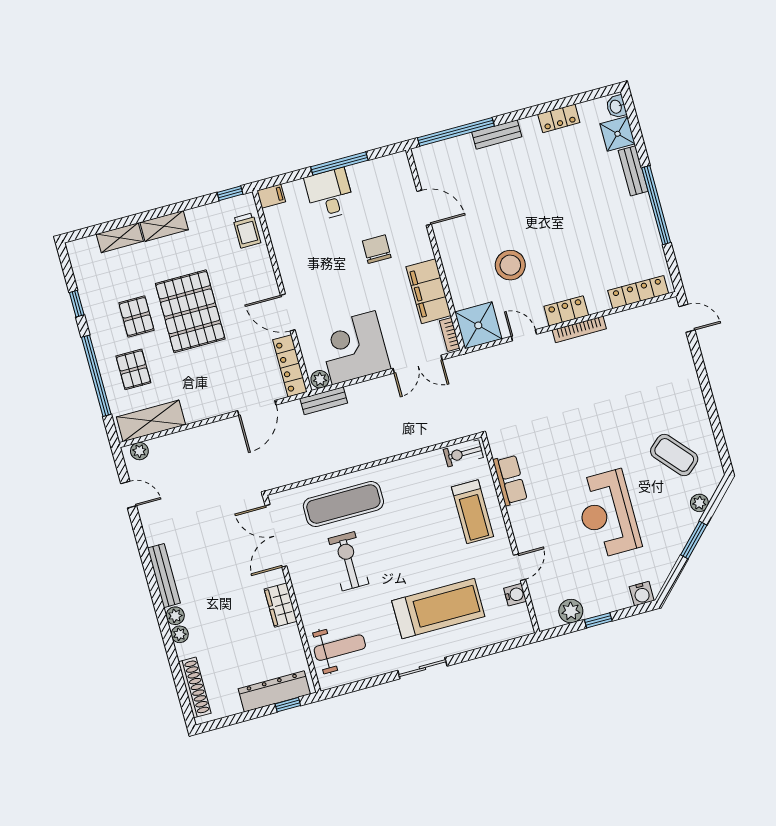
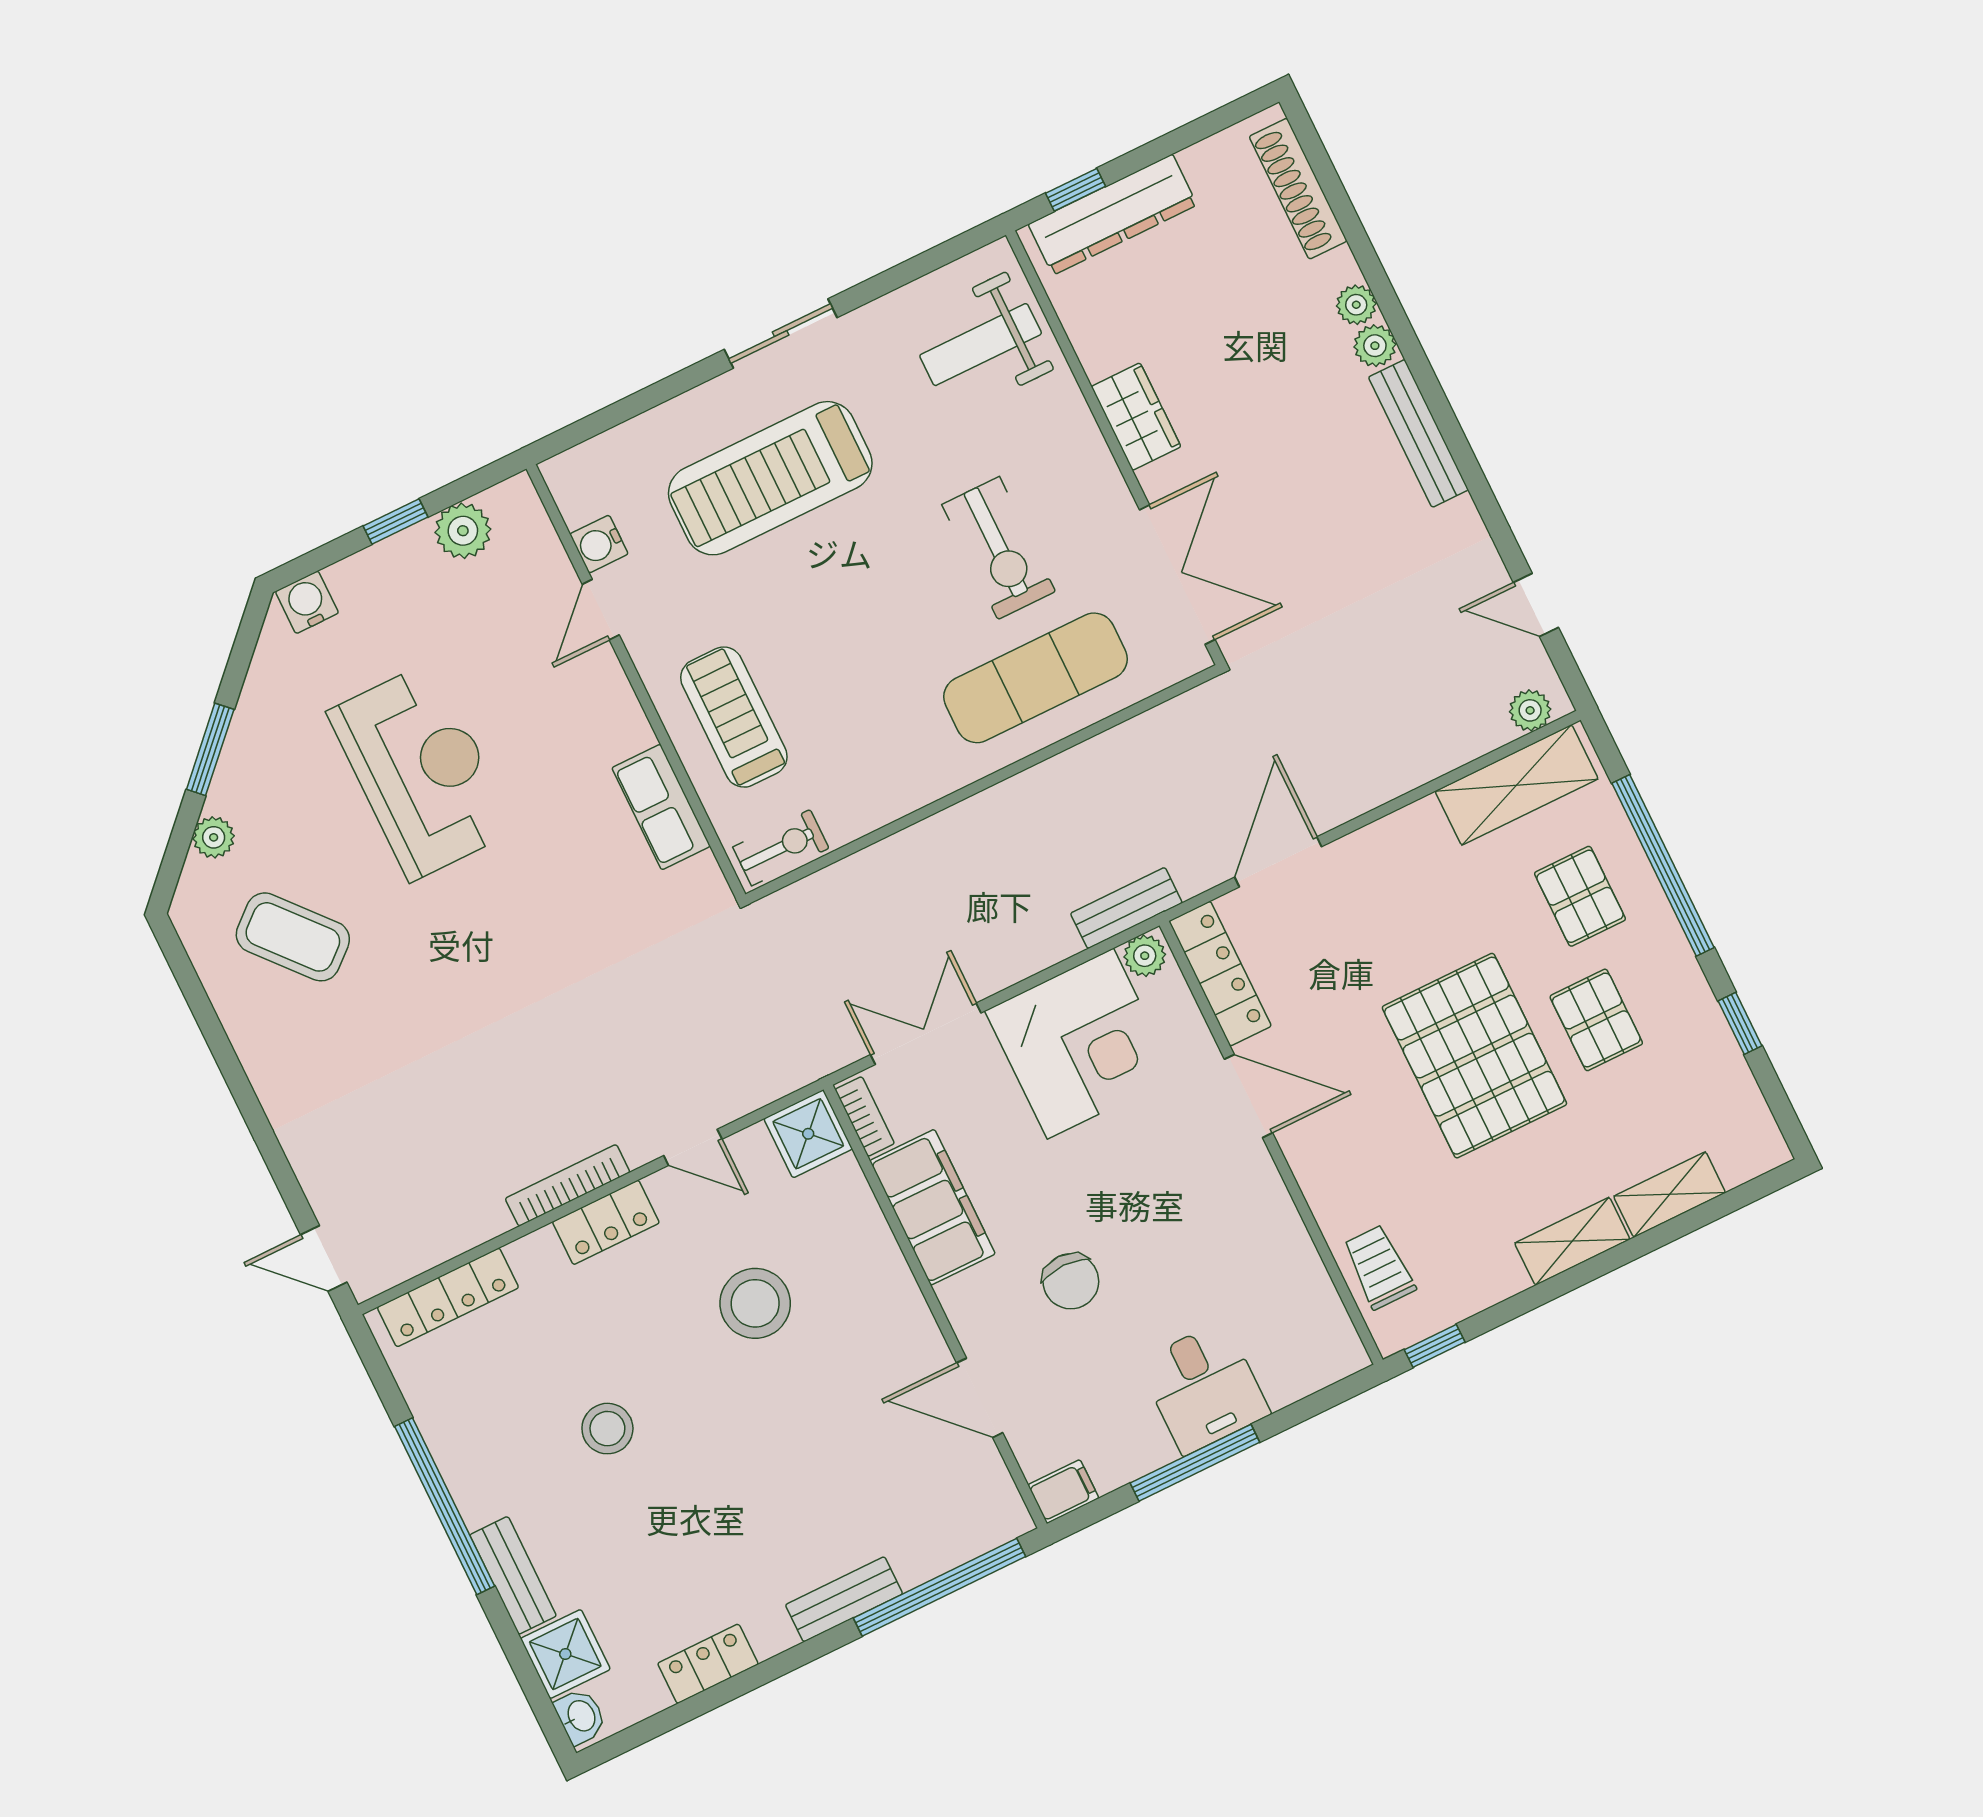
filing cabinet: (271, 196) -> (1063, 1491), moved, turned 180
stool: (582, 225) -> (607, 1429), added
shower: (478, 325) -> (808, 1134), width x0.73, depth x0.73

